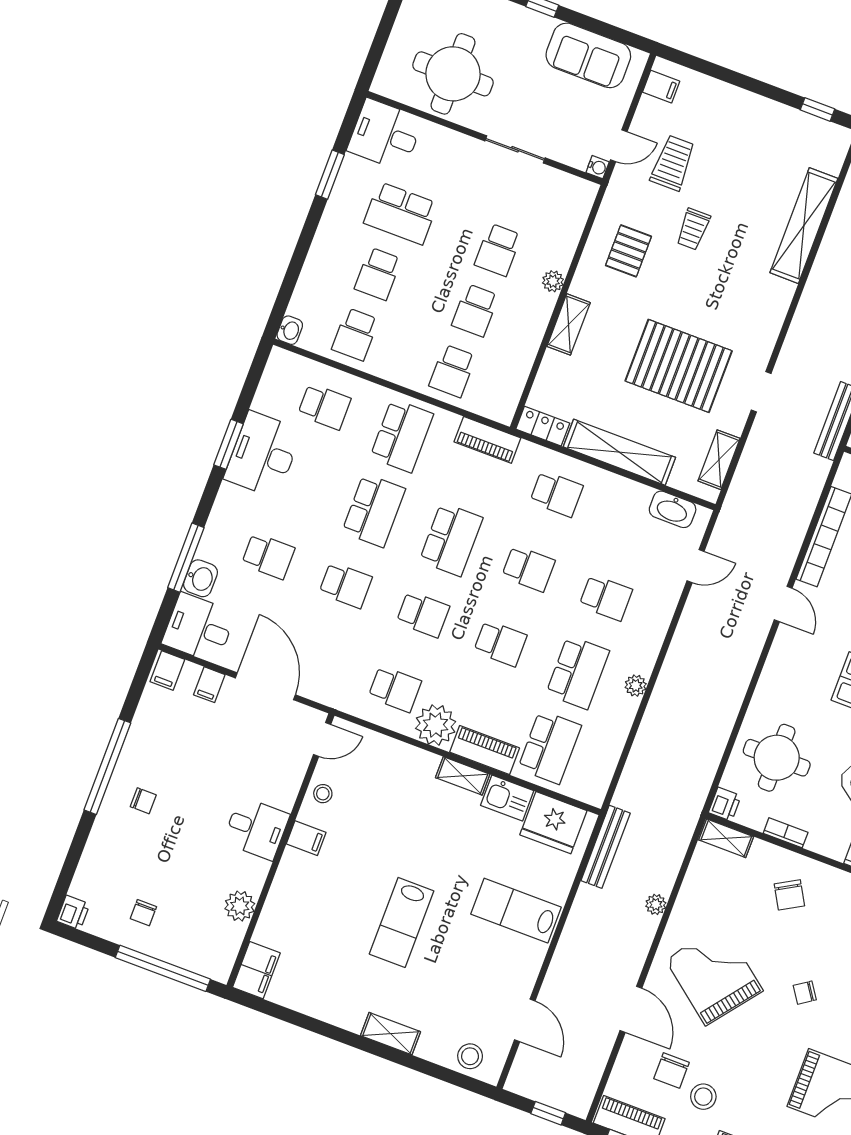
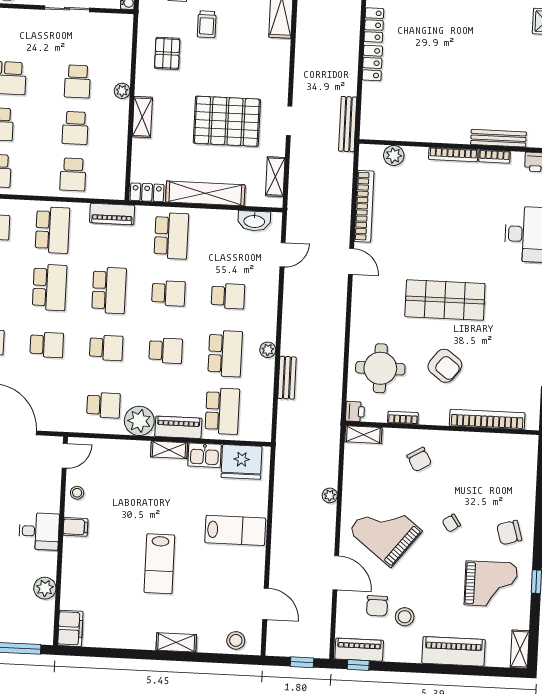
school desk: (556, 494) -> (171, 236), width x1.85
bench: (606, 847) -> (287, 378), moved, width x0.73
lab bench: (516, 911) -> (235, 530), turned 180

